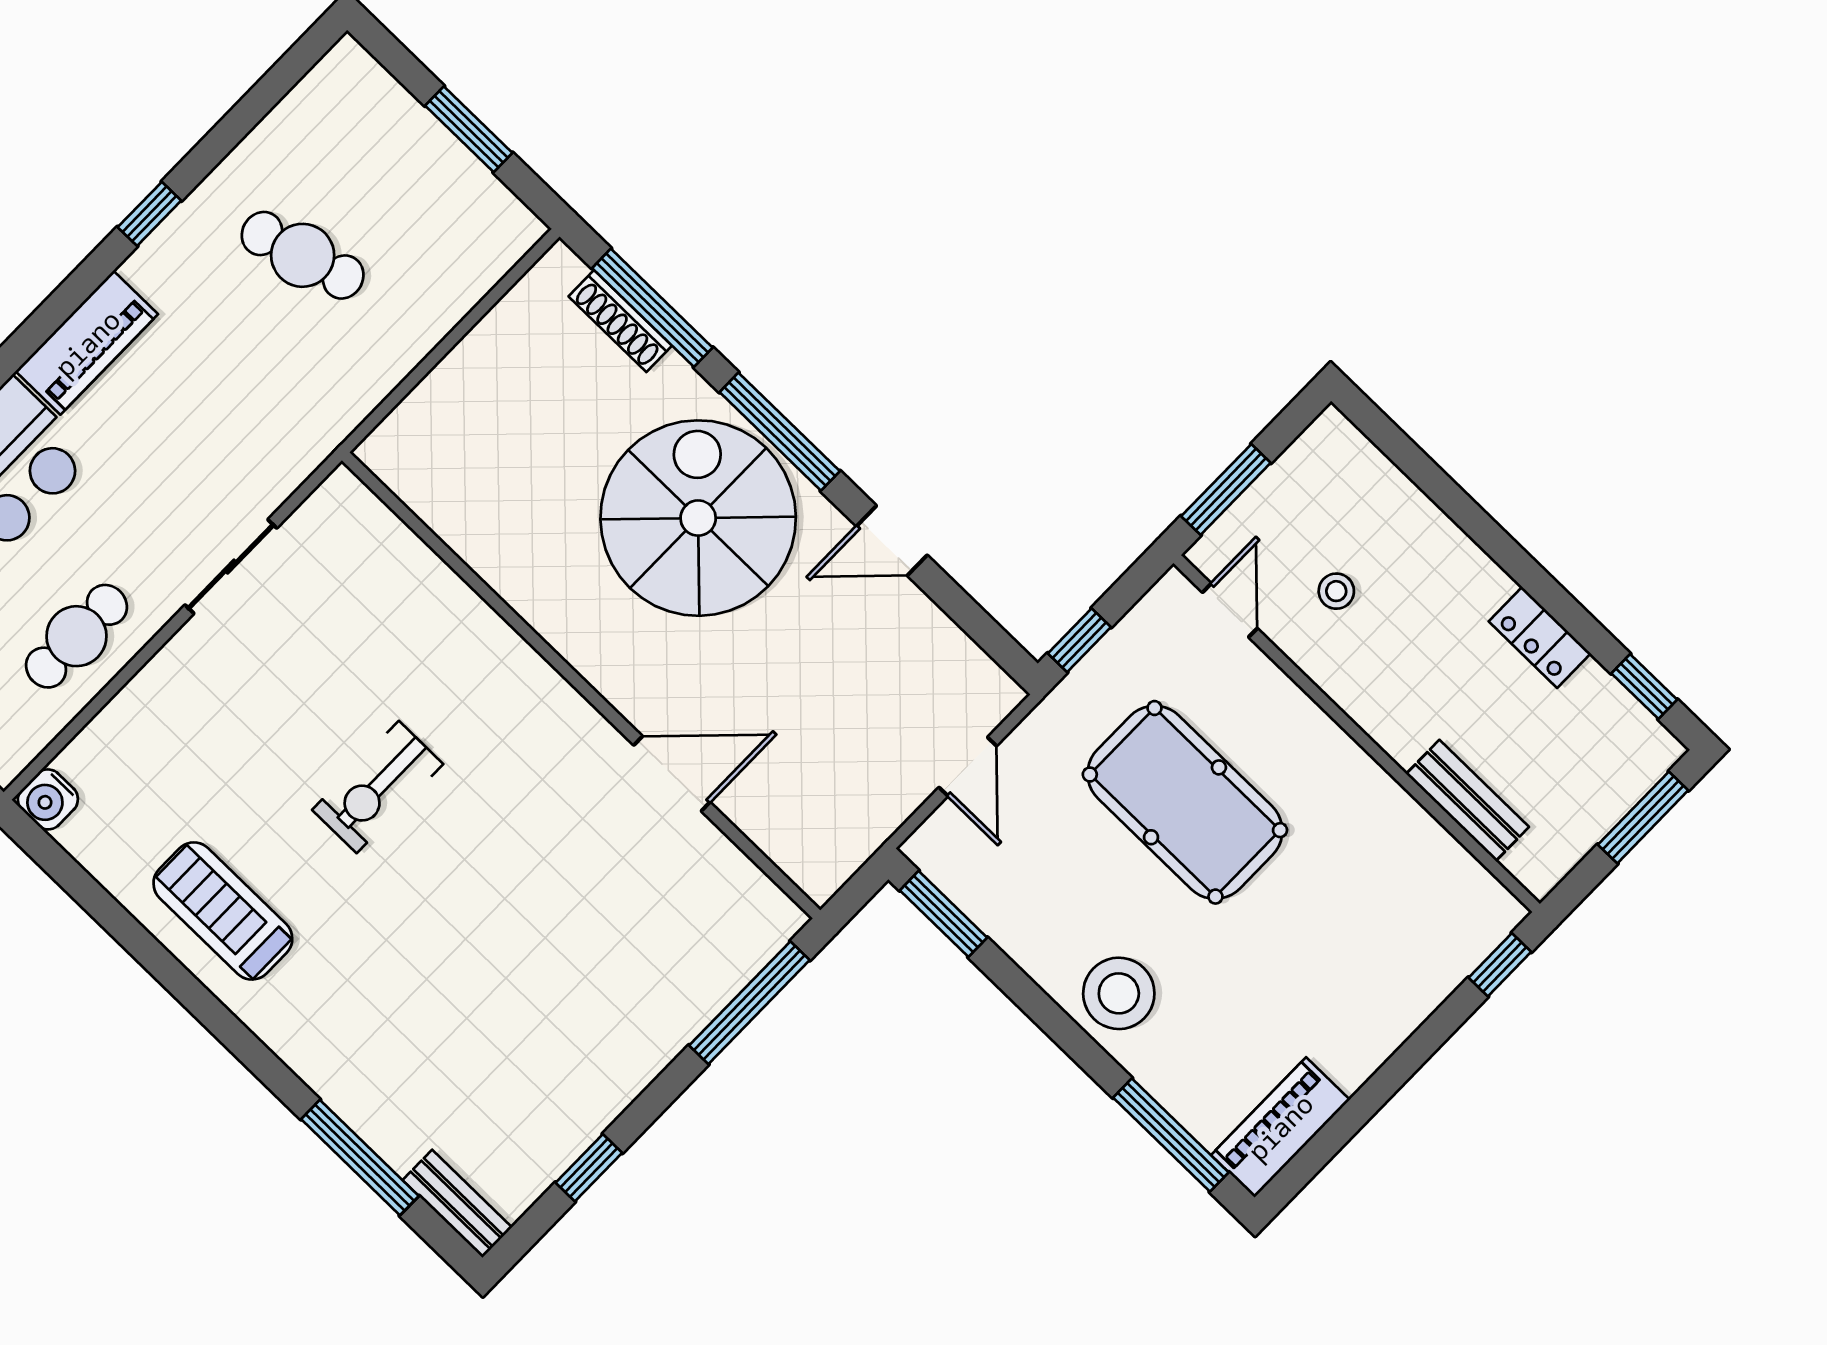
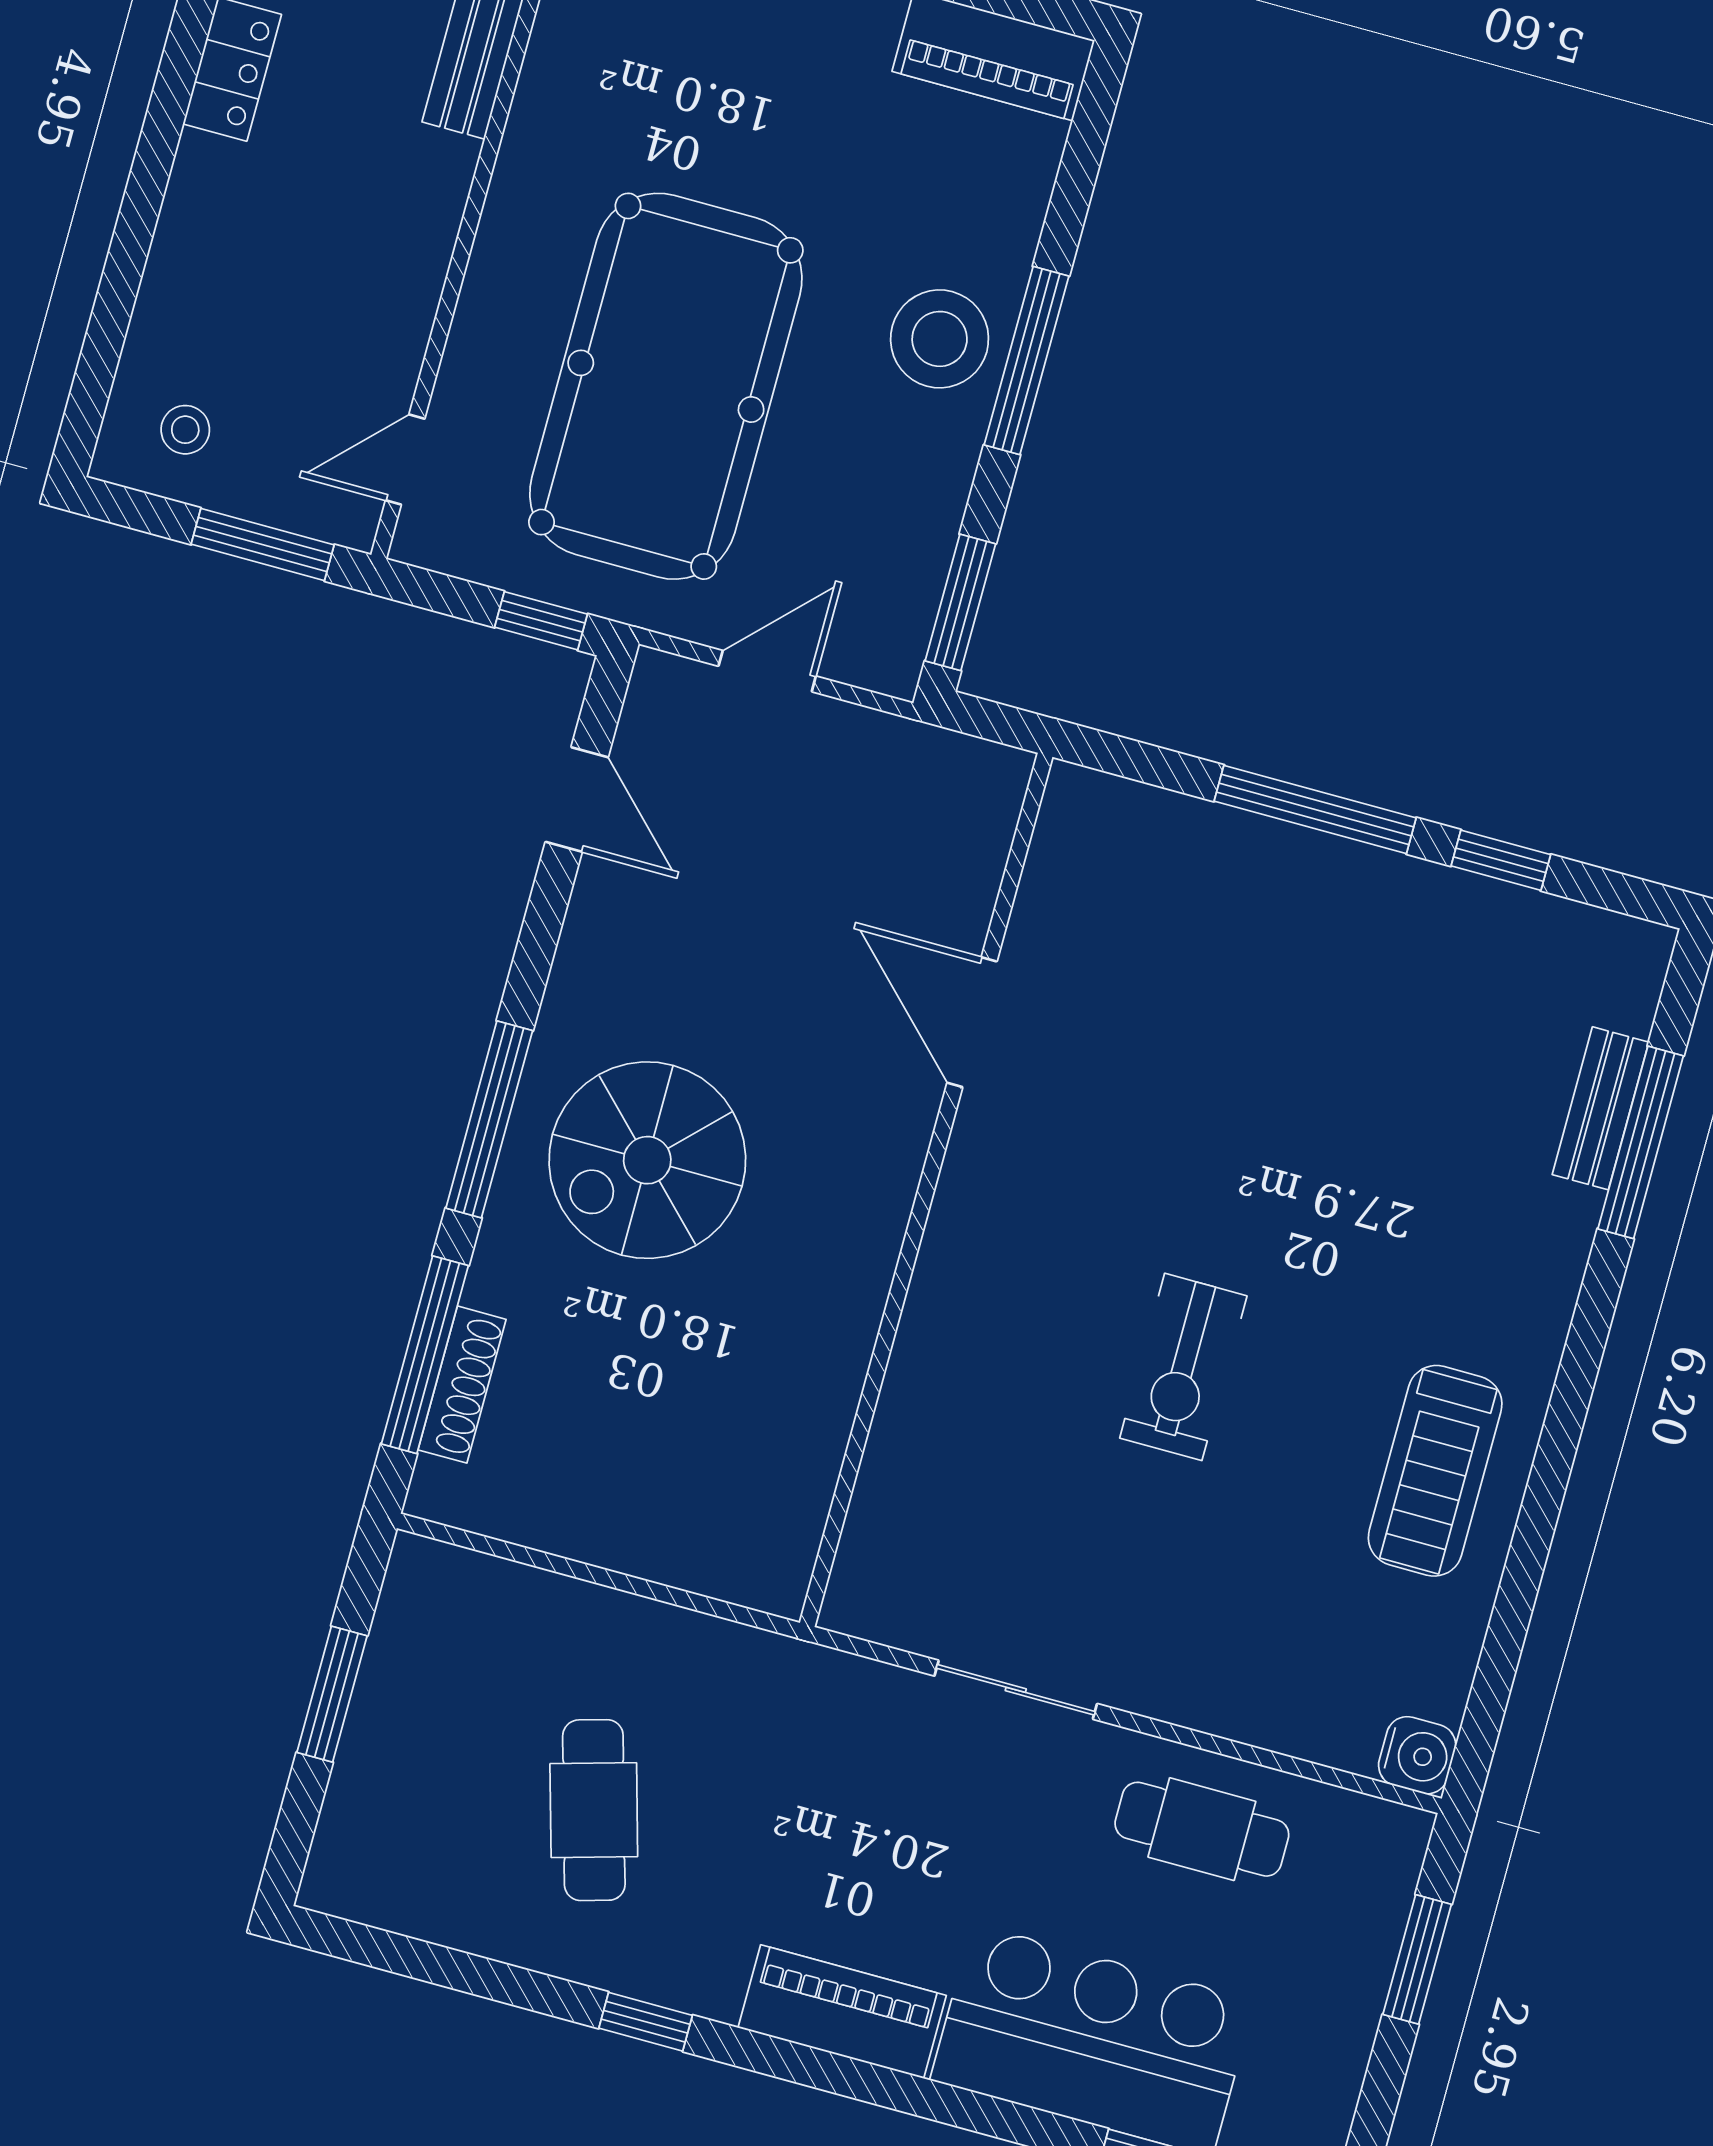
spiral stairs: (698, 518) -> (647, 1160), width x0.73, depth x0.73
door: (892, 541) -> (577, 800), moved
stool: (1336, 591) -> (185, 430), moved
exercise bike: (378, 787) -> (1183, 1367), turned 90
pool table: (1185, 802) -> (666, 386), width x1.36, depth x1.32
window: (749, 1003) -> (1315, 809), moved
window: (1171, 1135) -> (1027, 360), moved
bench: (457, 1204) -> (1600, 1108), moved

